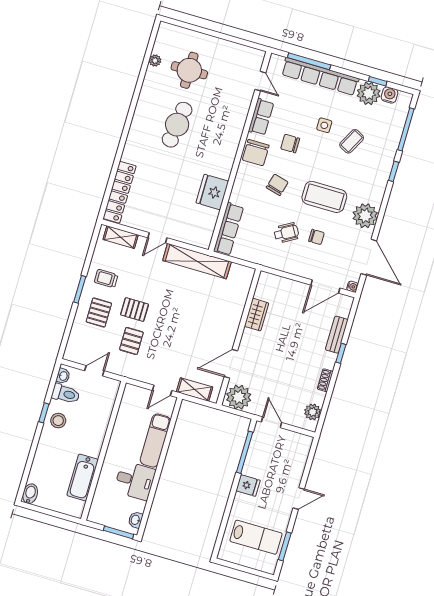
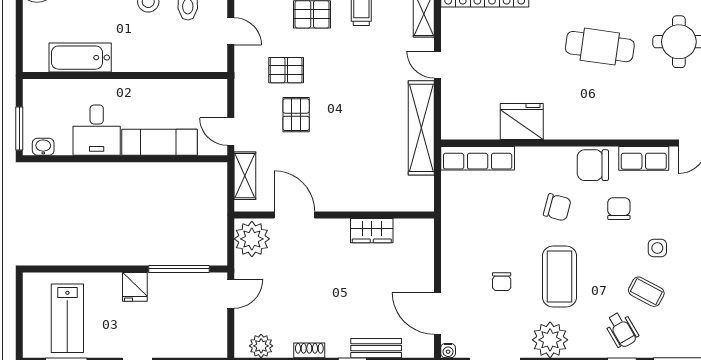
wheelchair: (286, 233) -> (622, 330), moved
pallet: (135, 310) -> (296, 115), moved

